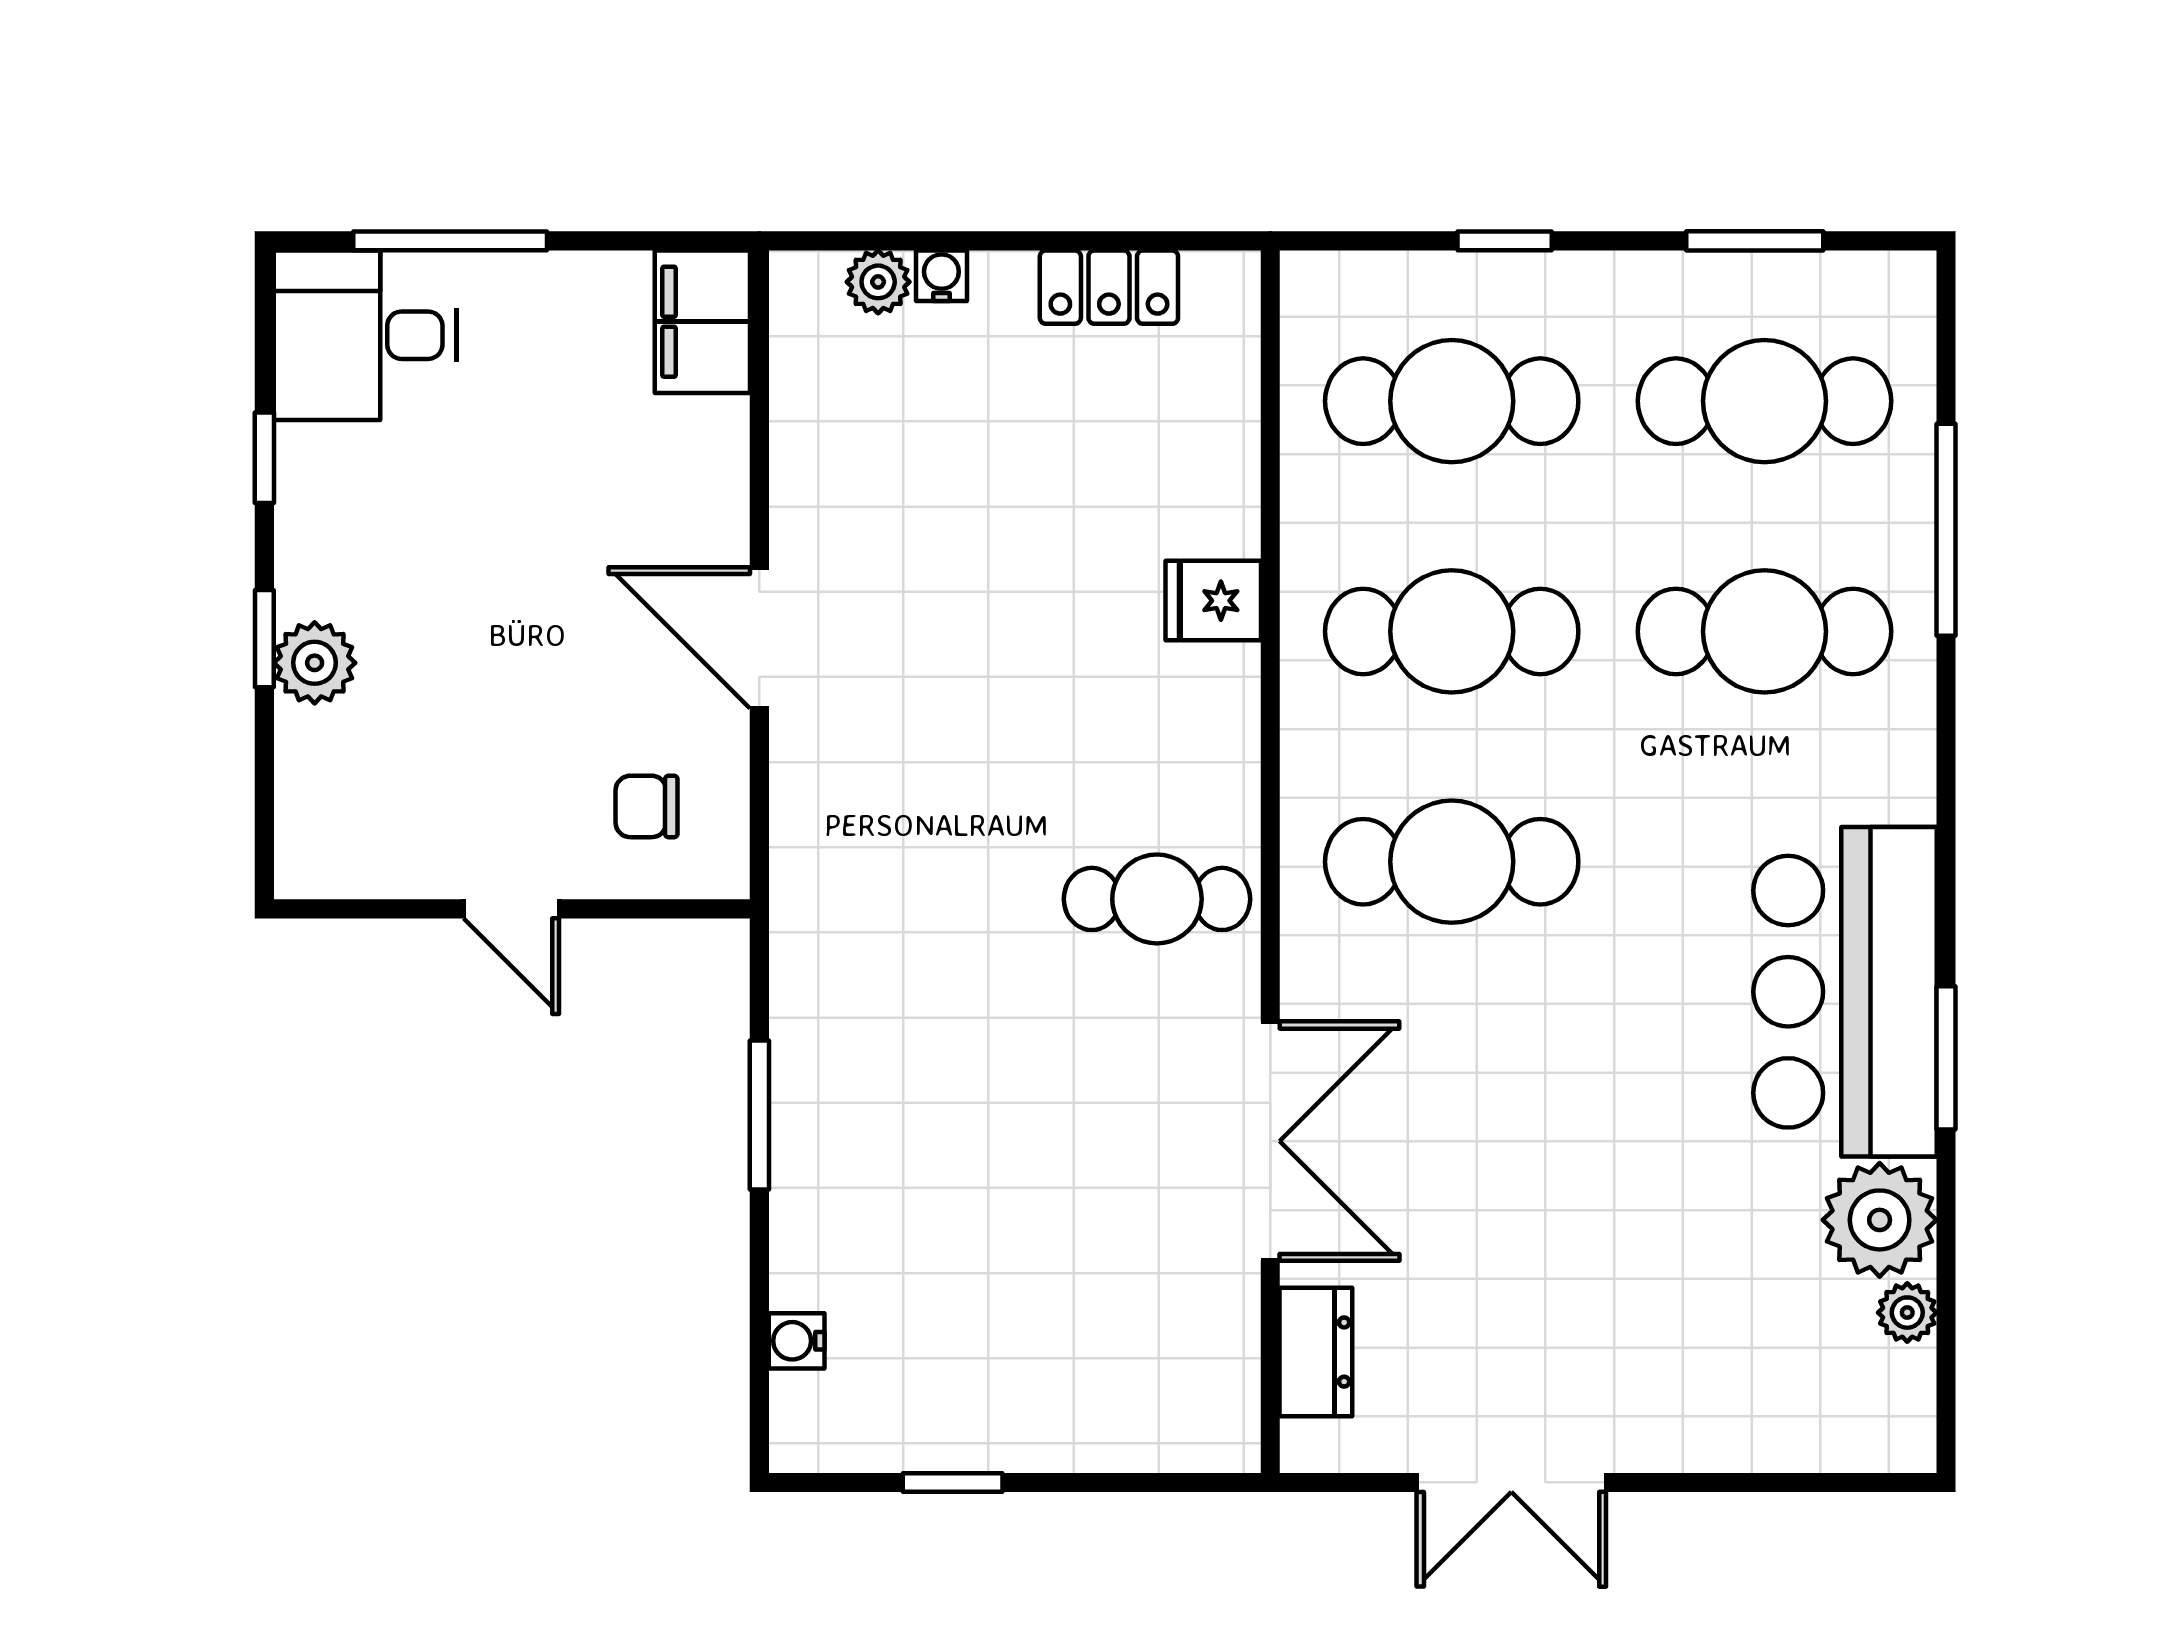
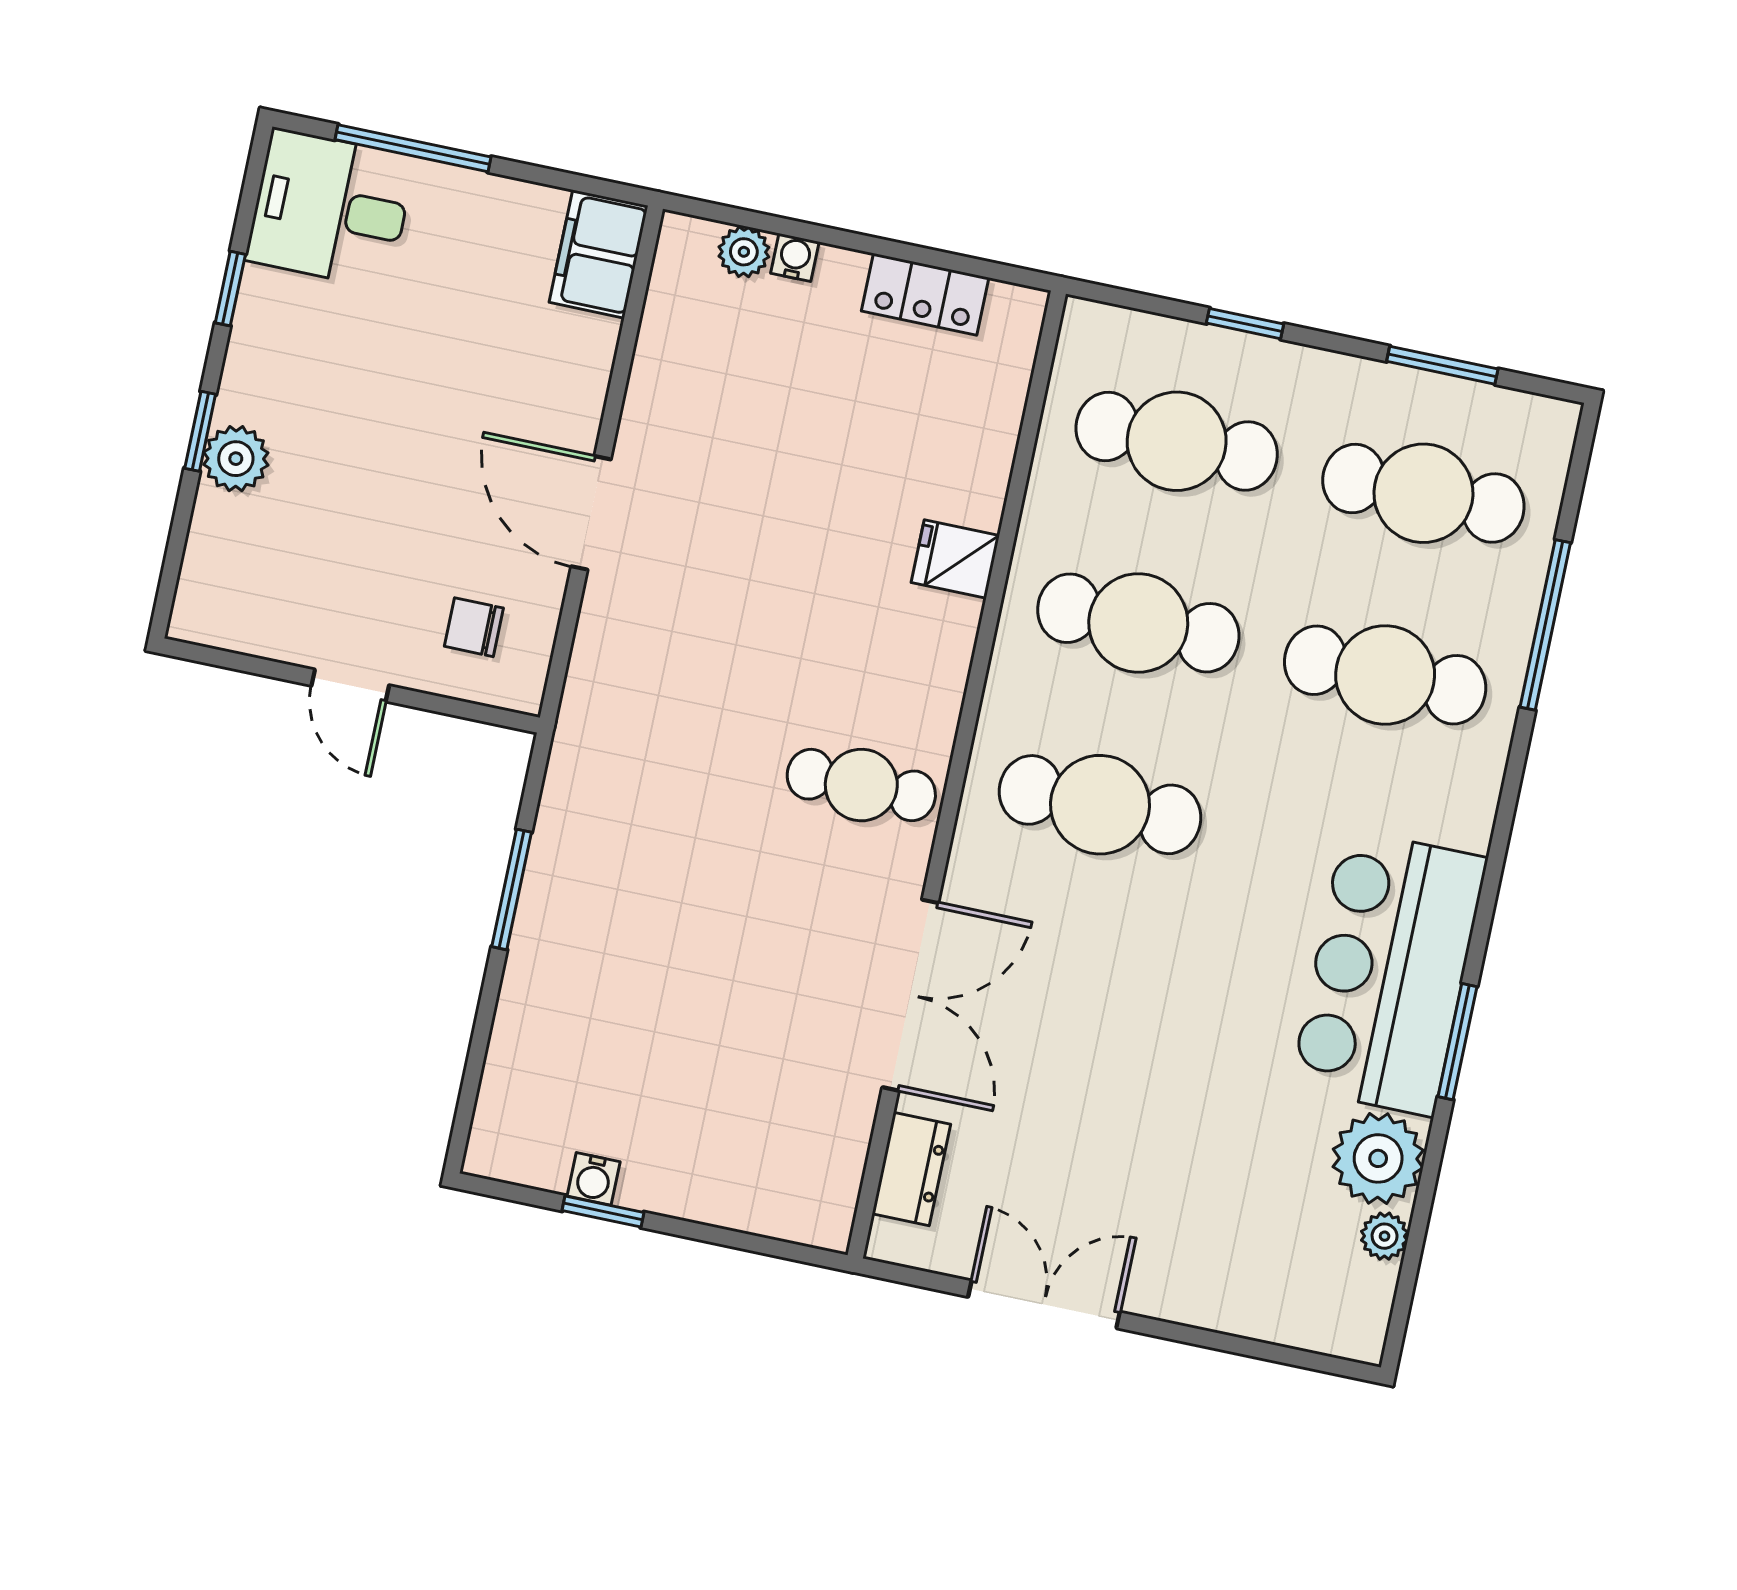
water cooler: (797, 1341) -> (594, 1179), moved, turned -90
double door: (1511, 1482) -> (1044, 1304), swing flipped

